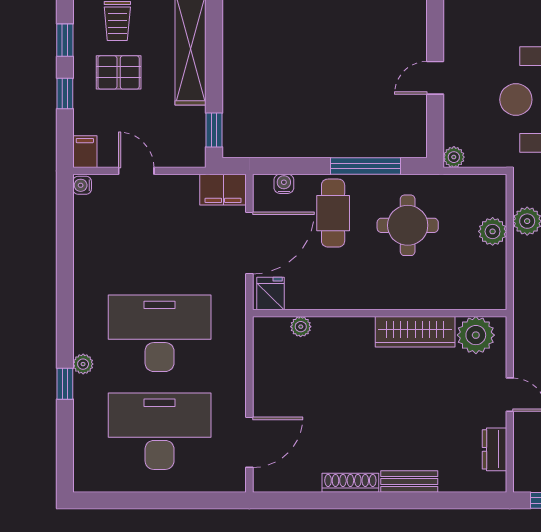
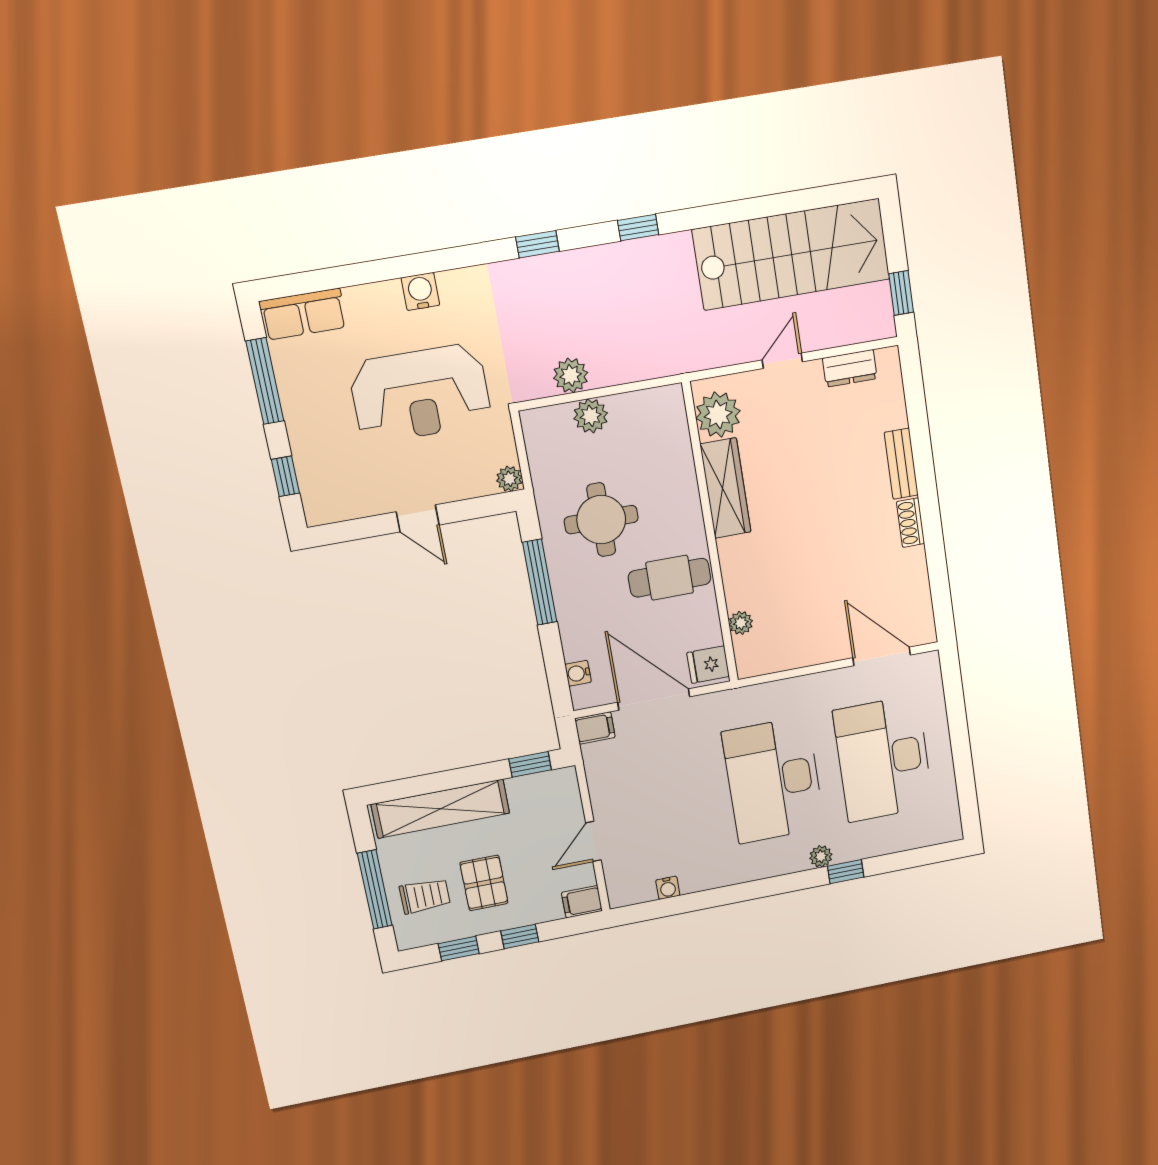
water cooler: (82, 185) -> (668, 888), moved
filing cabinet: (223, 190) -> (595, 728), width x0.50
cafe table: (333, 213) -> (670, 578), moved
shoe rack: (350, 483) -> (911, 523), width x0.70

